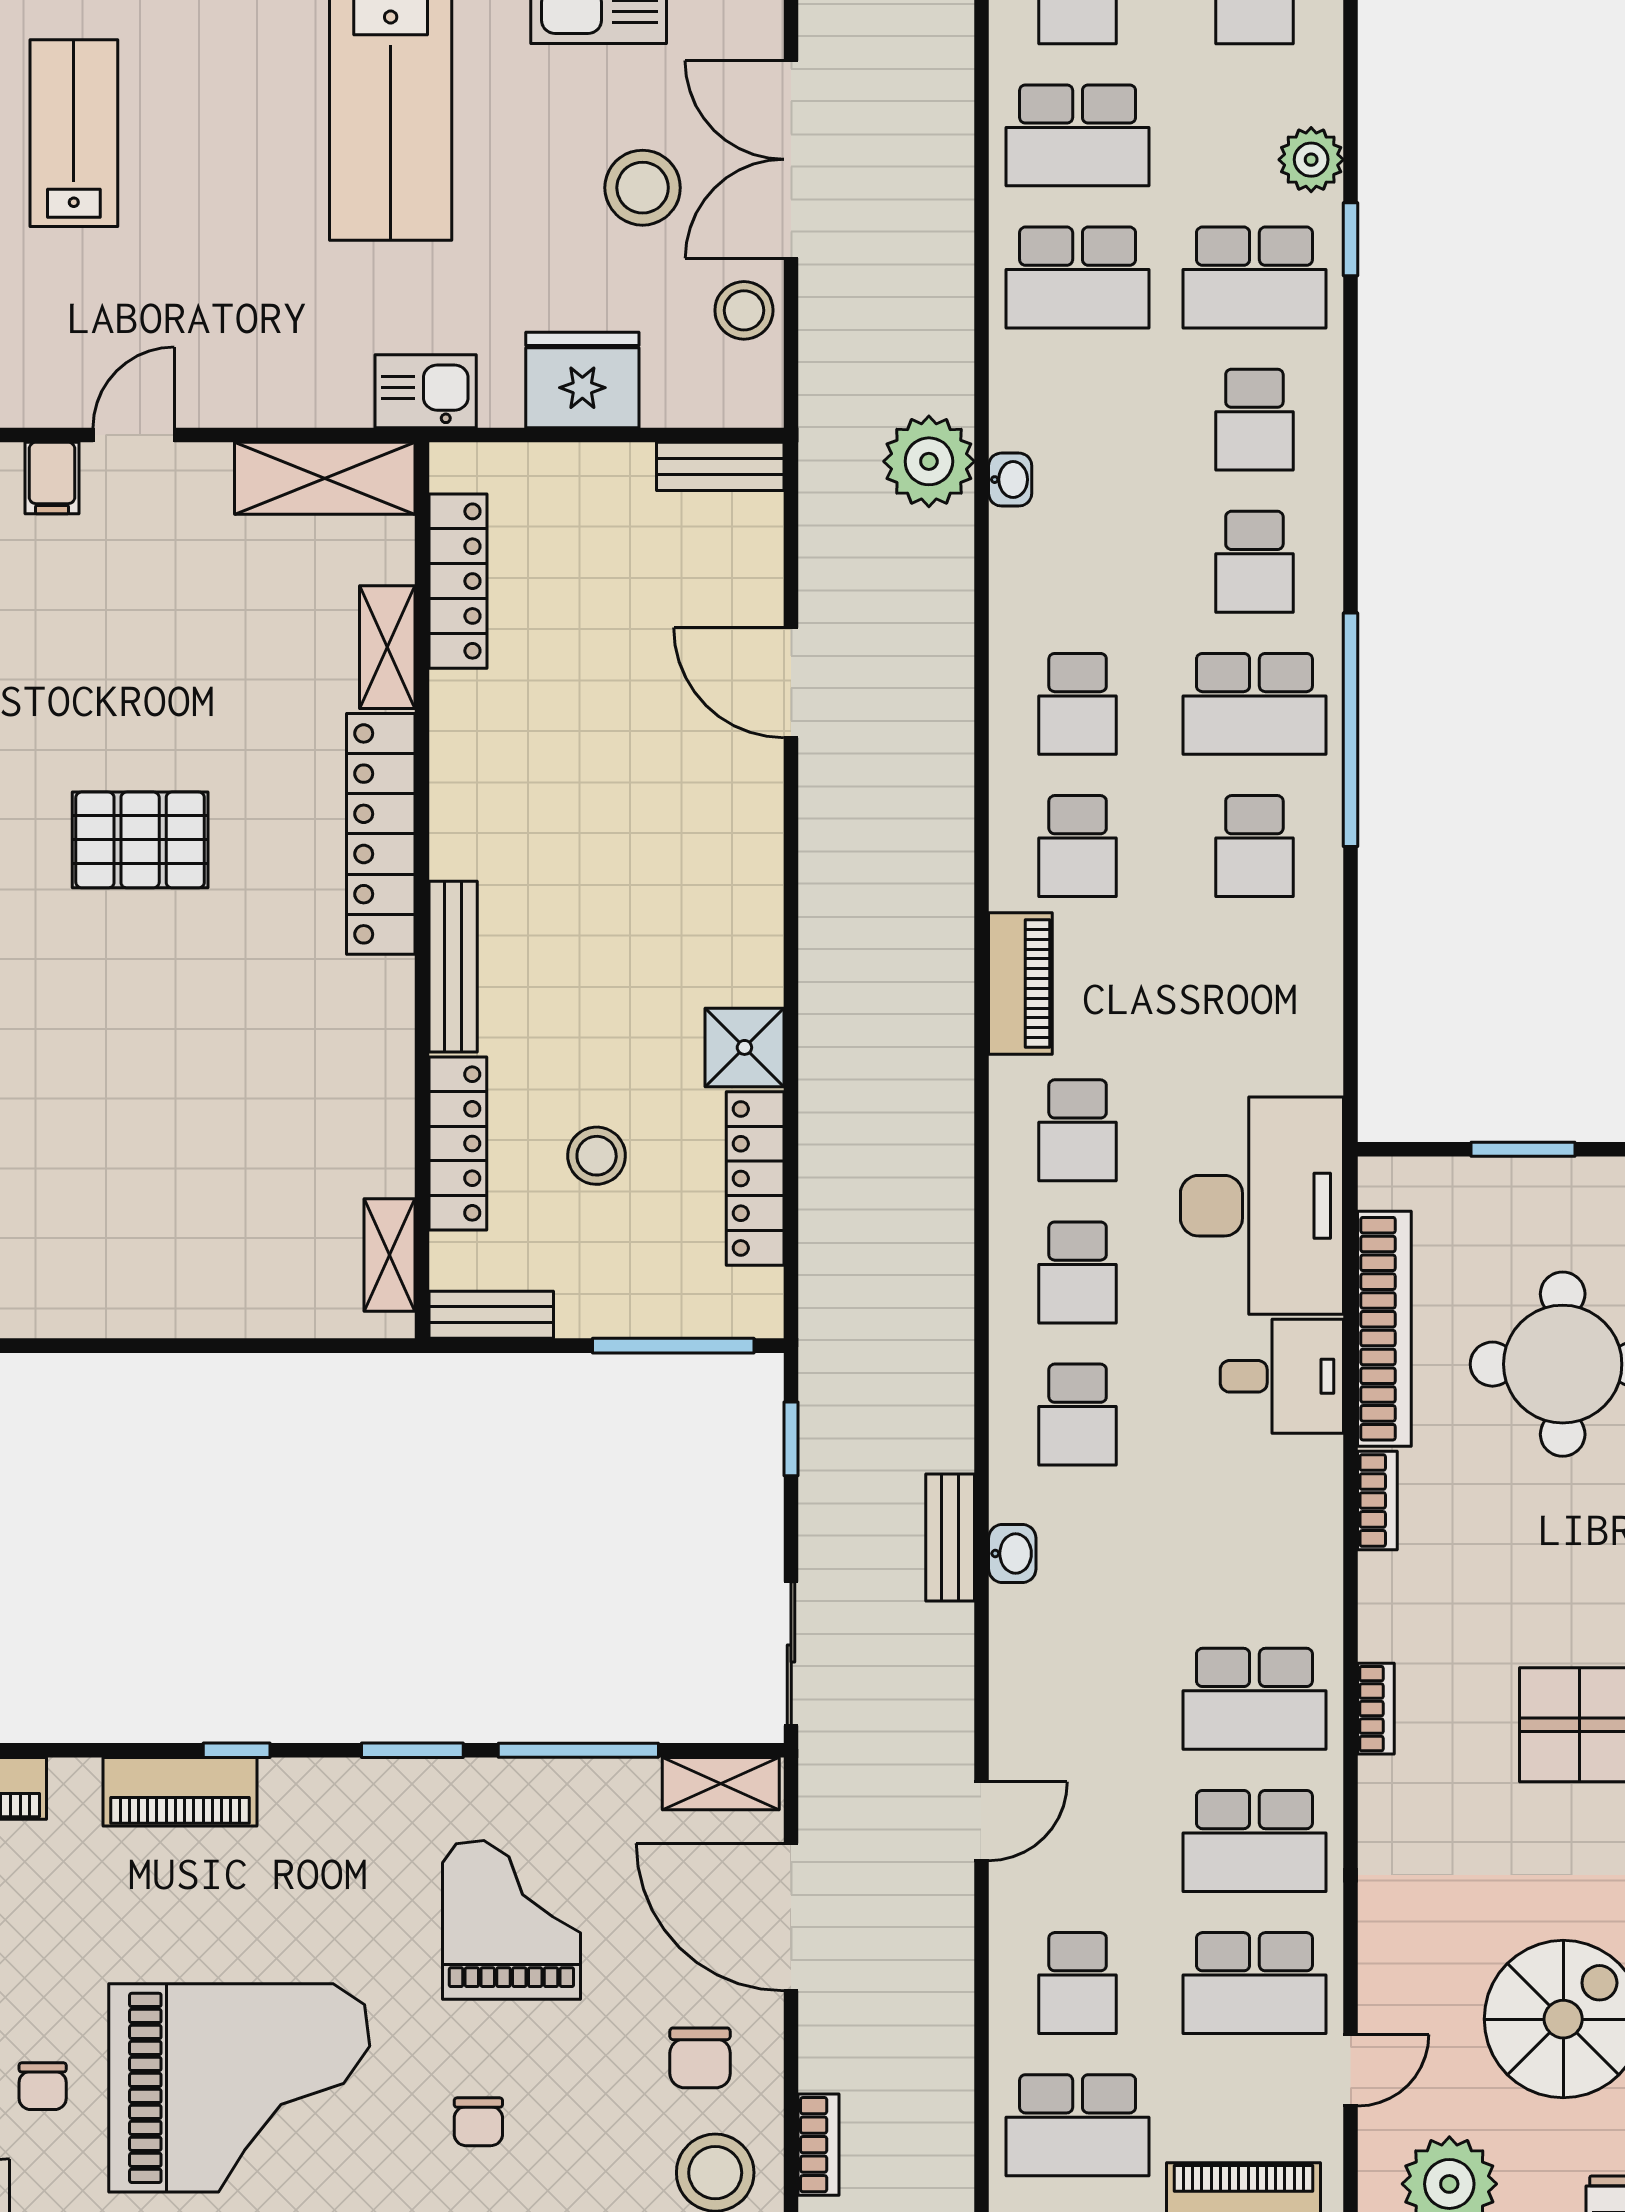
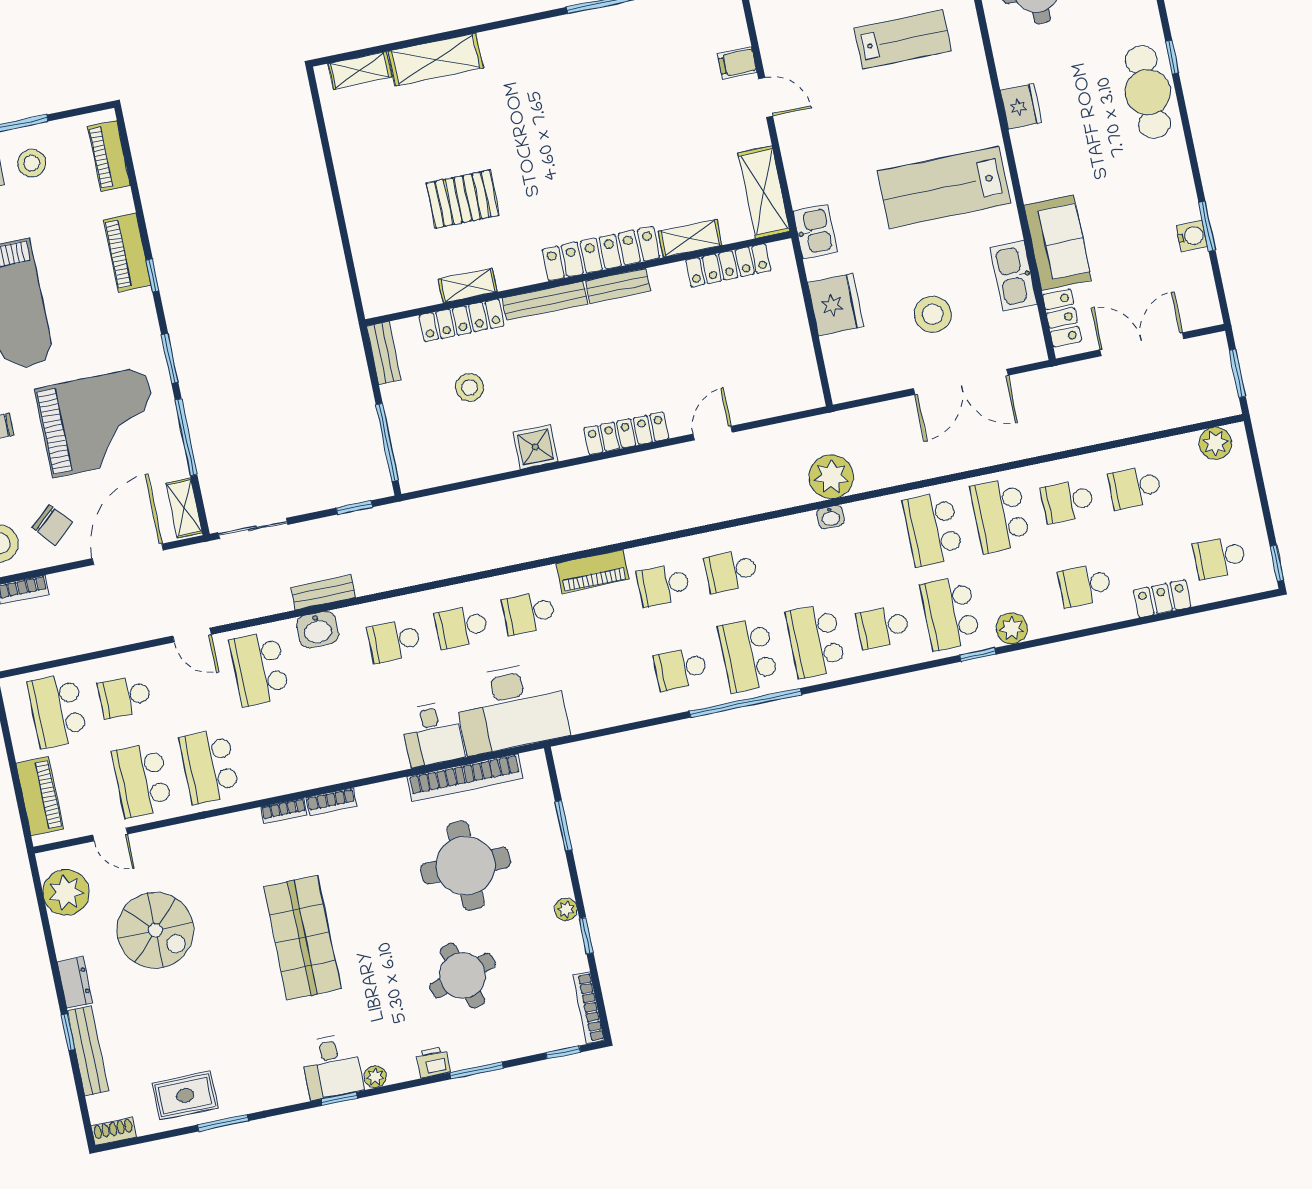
double door: (791, 159) -> (961, 382), swing flipped
stool: (744, 310) -> (885, 374), removed
bench: (720, 466) -> (618, 286), moved, turned 90
school desk: (1254, 562) -> (816, 641), width x1.85
door: (791, 683) -> (713, 433), width x0.73
pallet: (140, 840) -> (463, 199), moved, turned 90
locker: (755, 1178) -> (626, 433), moved
shelving: (389, 1255) -> (468, 285), moved
bookcase: (1377, 1500) -> (331, 802), moved
washbasin: (1012, 1554) -> (318, 630), width x1.38, depth x1.45
school desk: (1254, 1699) -> (259, 669), moved
grand piano: (511, 1920) -> (99, 422), width x1.37, depth x1.48
chair: (700, 2058) -> (52, 525), turned -131

